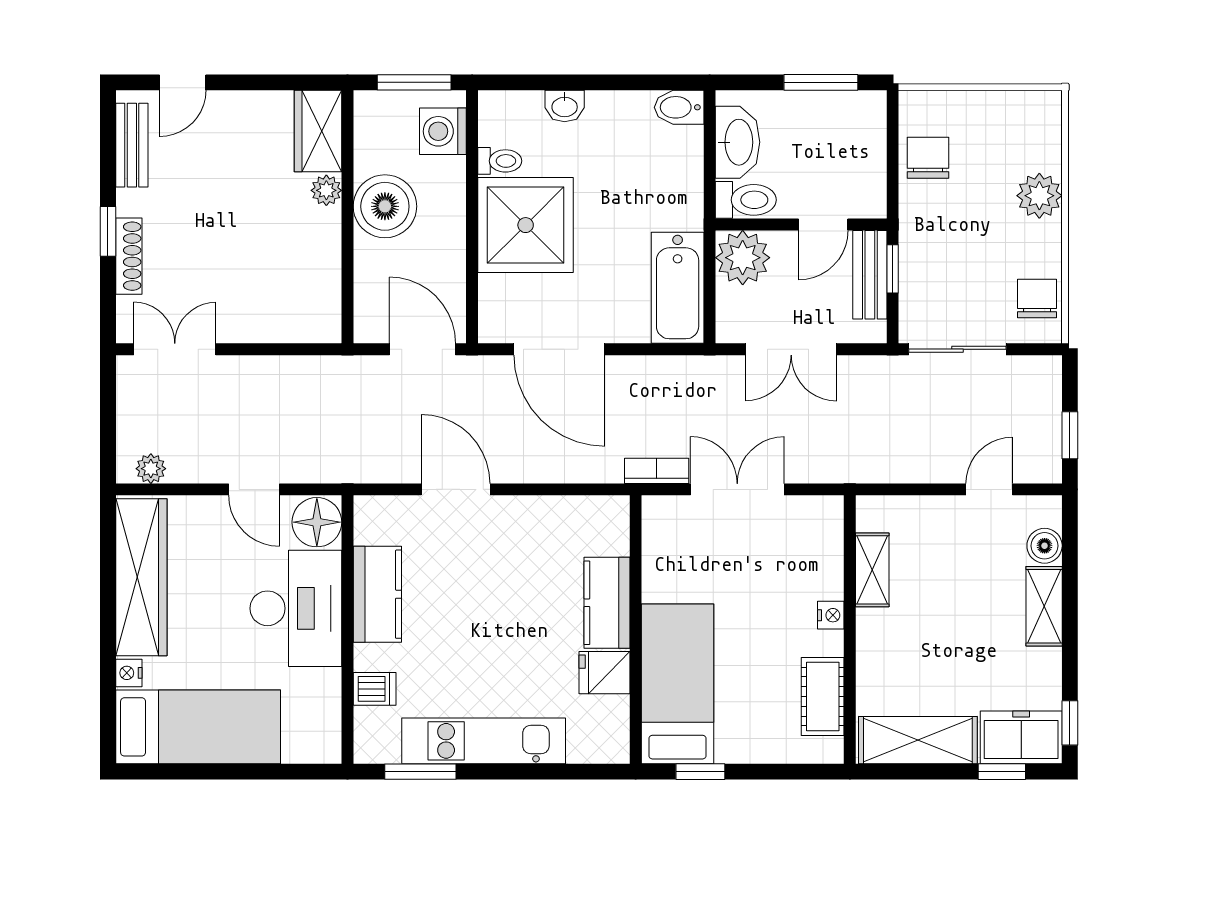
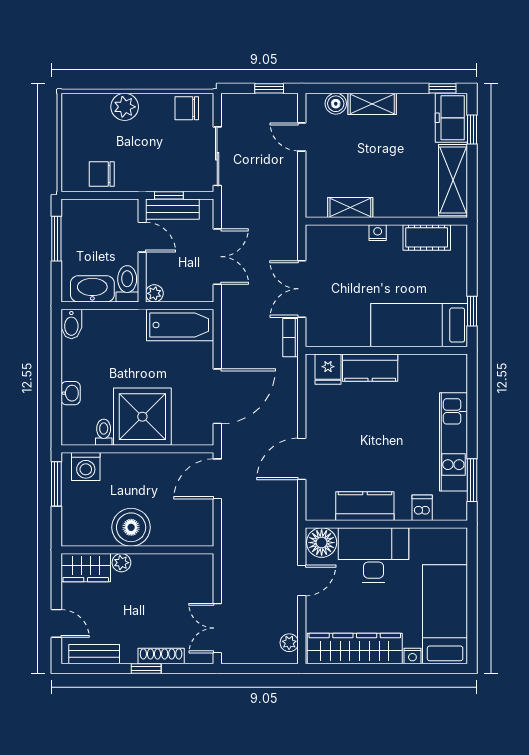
wardrobe: (318, 131) -> (86, 568), moved
plant: (326, 190) -> (121, 563), moved
boiler: (385, 206) -> (131, 527), moved
wall: (347, 217) -> (137, 550), moved
plant: (743, 258) -> (154, 293), width x0.53, depth x0.53
fridge: (604, 673) -> (328, 369), moved

